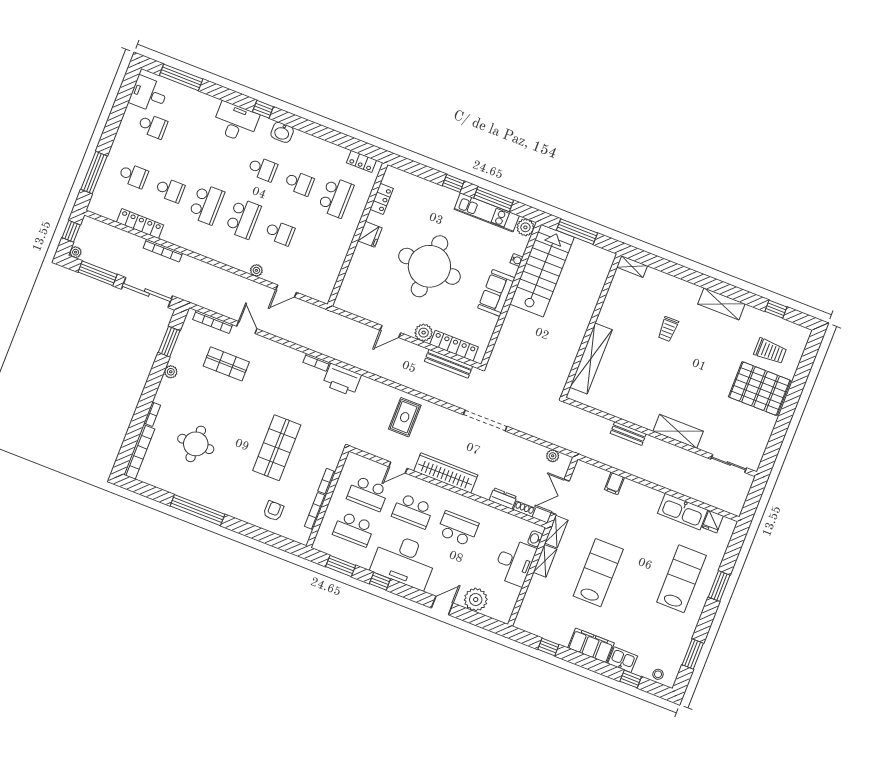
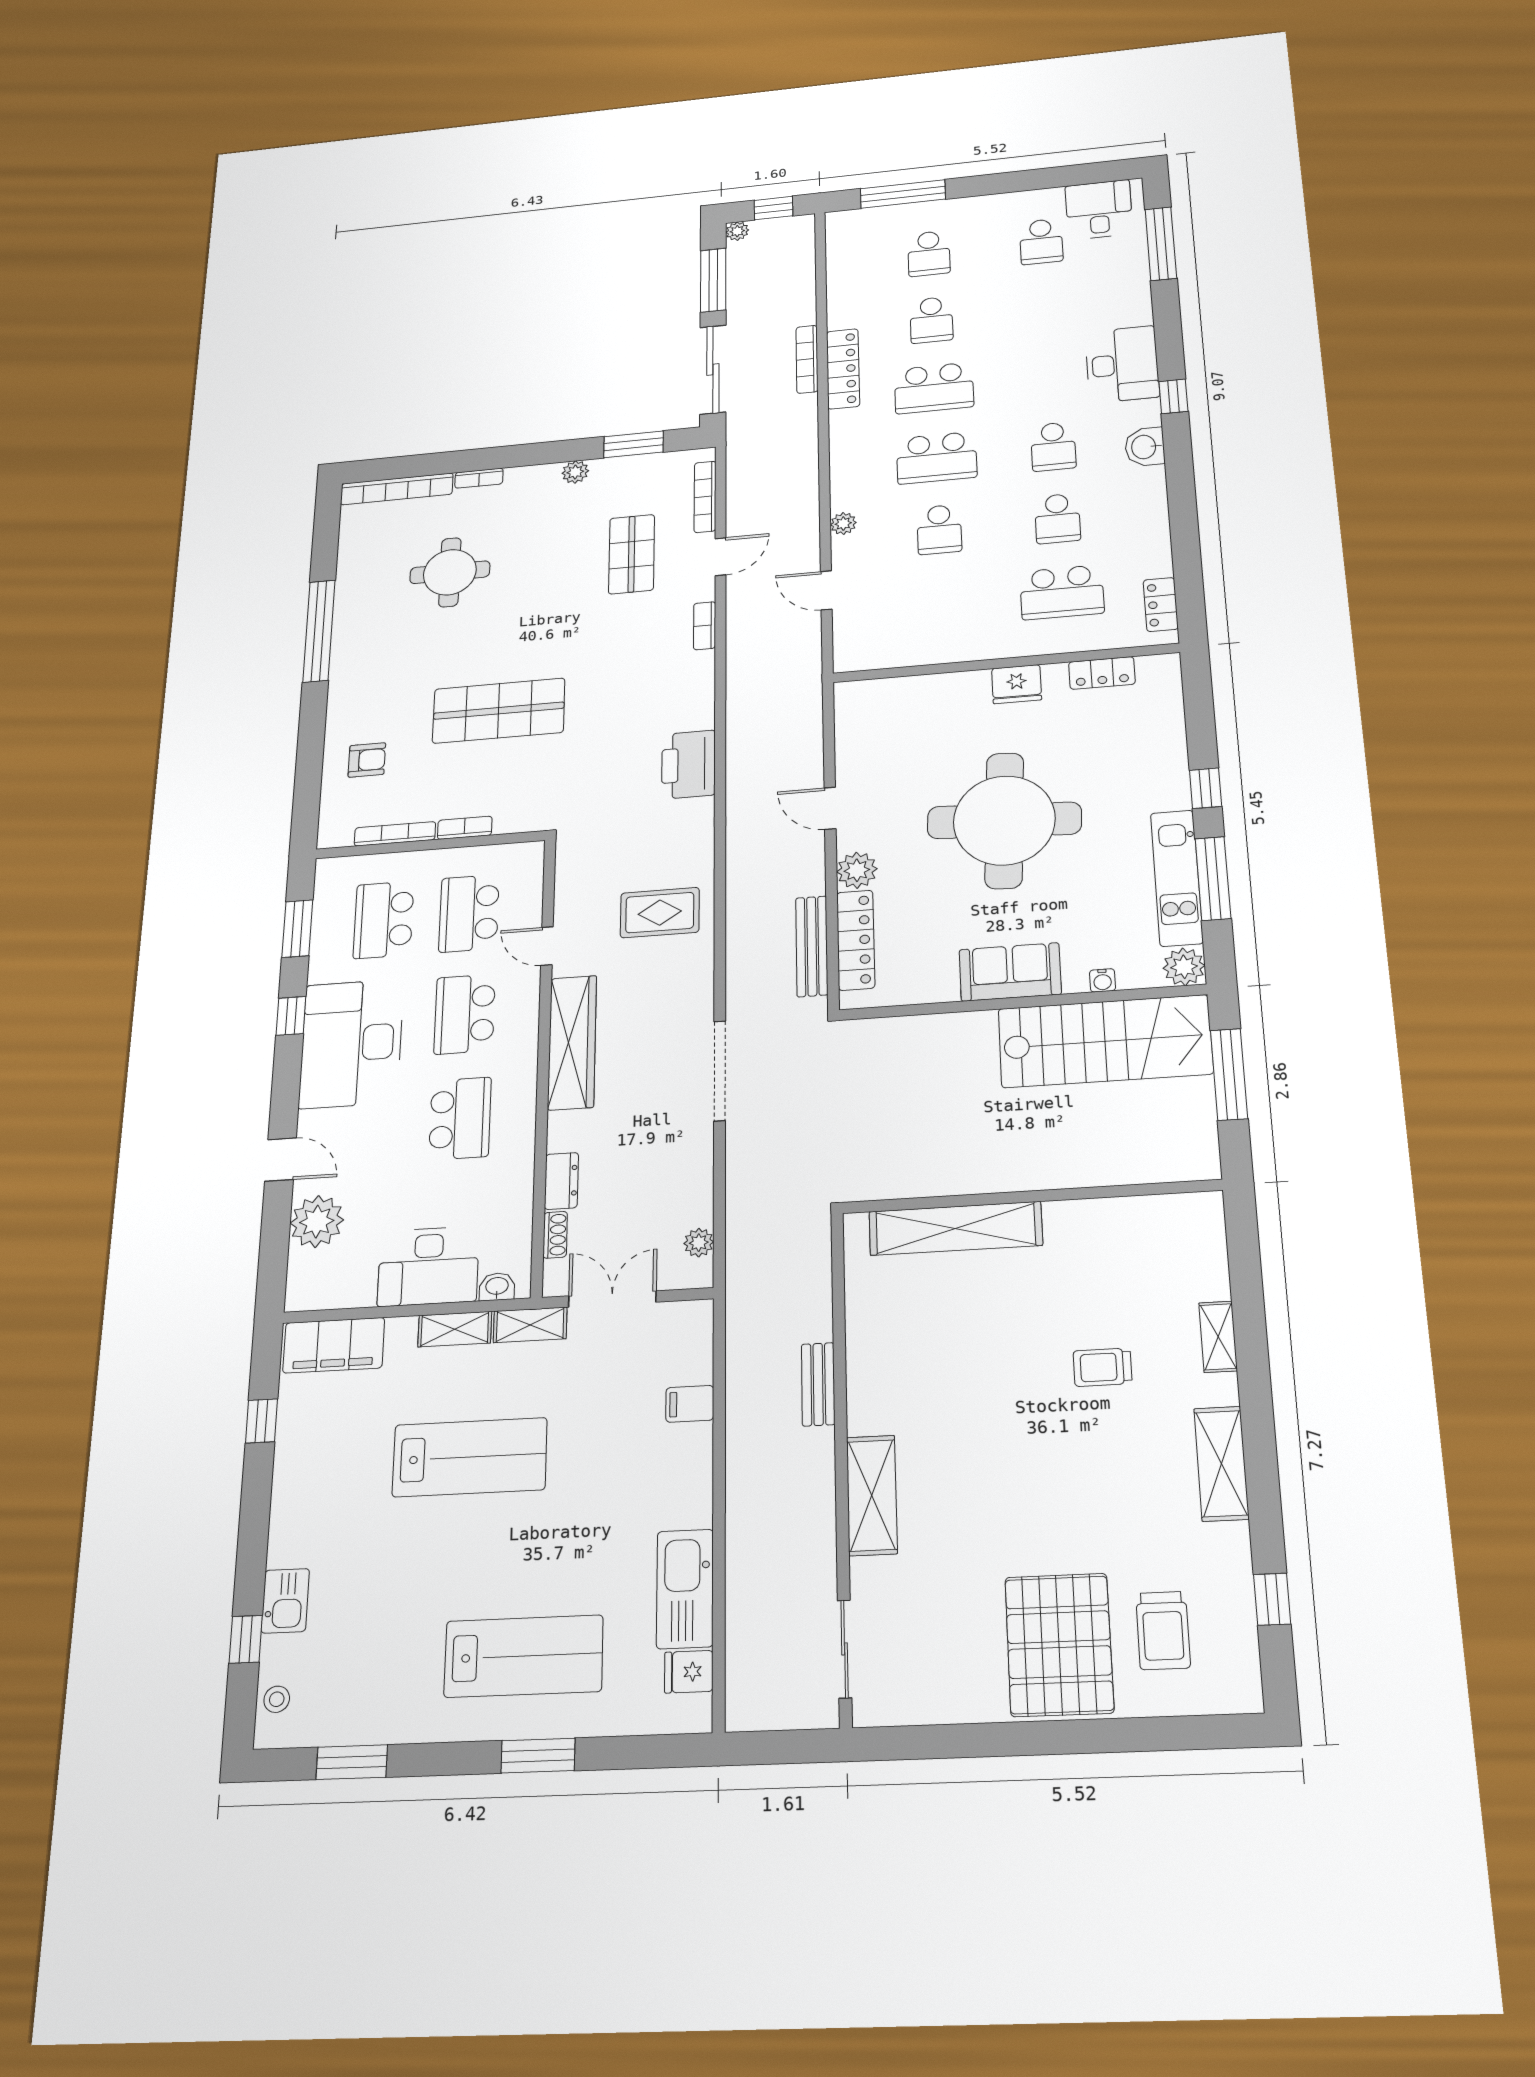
locker: (140, 224) -> (843, 369), moved
shelving: (632, 266) -> (1218, 1337), moved
bookcase: (316, 362) -> (705, 626), moved
filing cabinet: (591, 645) -> (334, 1345), moved, turned 90

